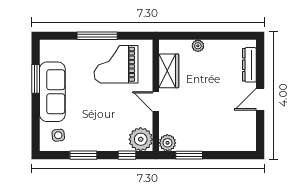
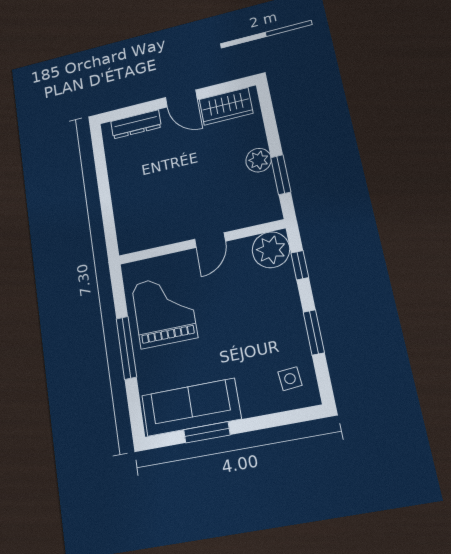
plant: (198, 46) -> (120, 199), removed
grand piano: (116, 64) -> (164, 311), turned 180
wardrobe: (169, 71) -> (226, 106), moved, turned 180
sofa: (52, 92) -> (191, 407), moved
plant: (167, 143) -> (259, 160), moved

